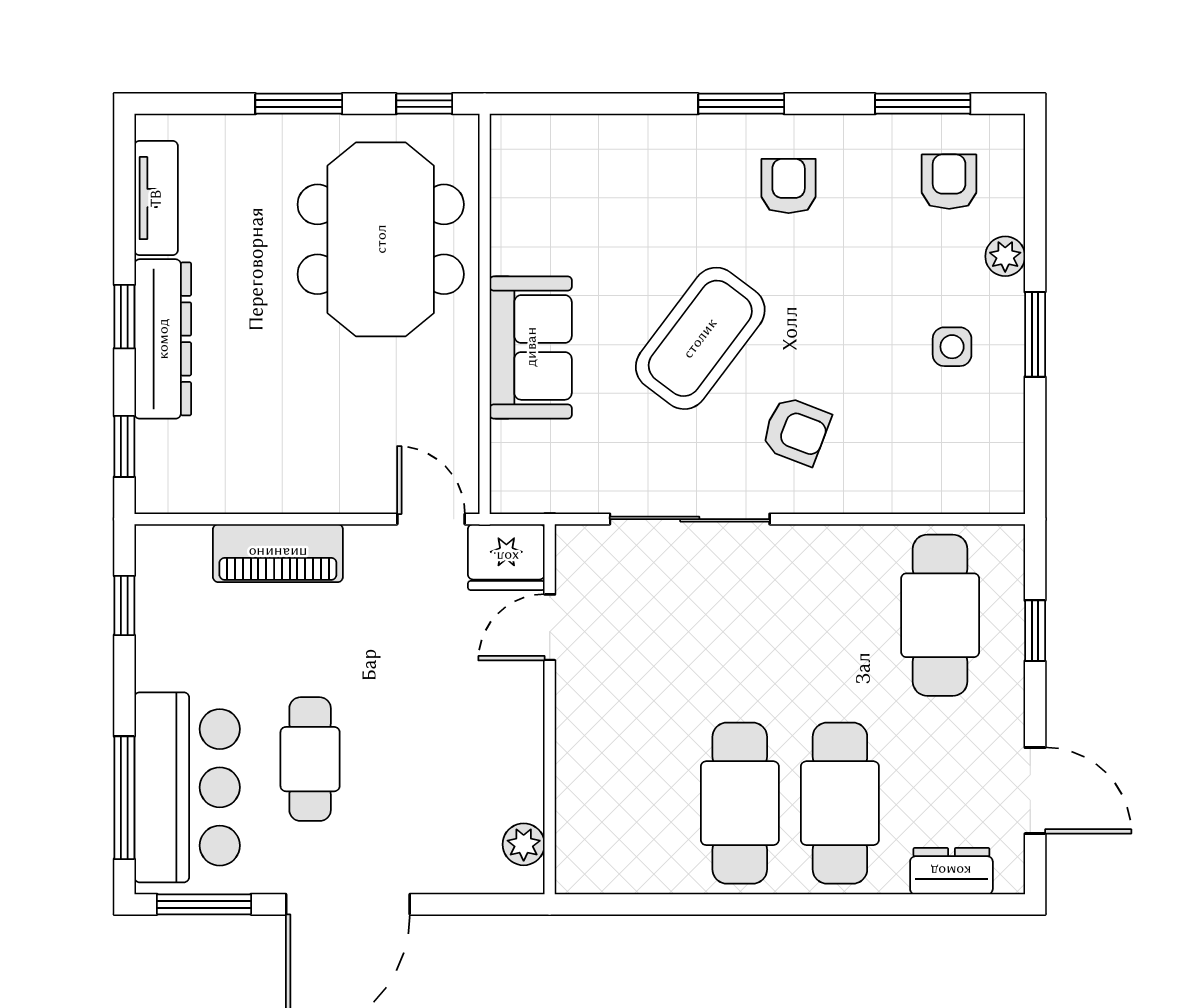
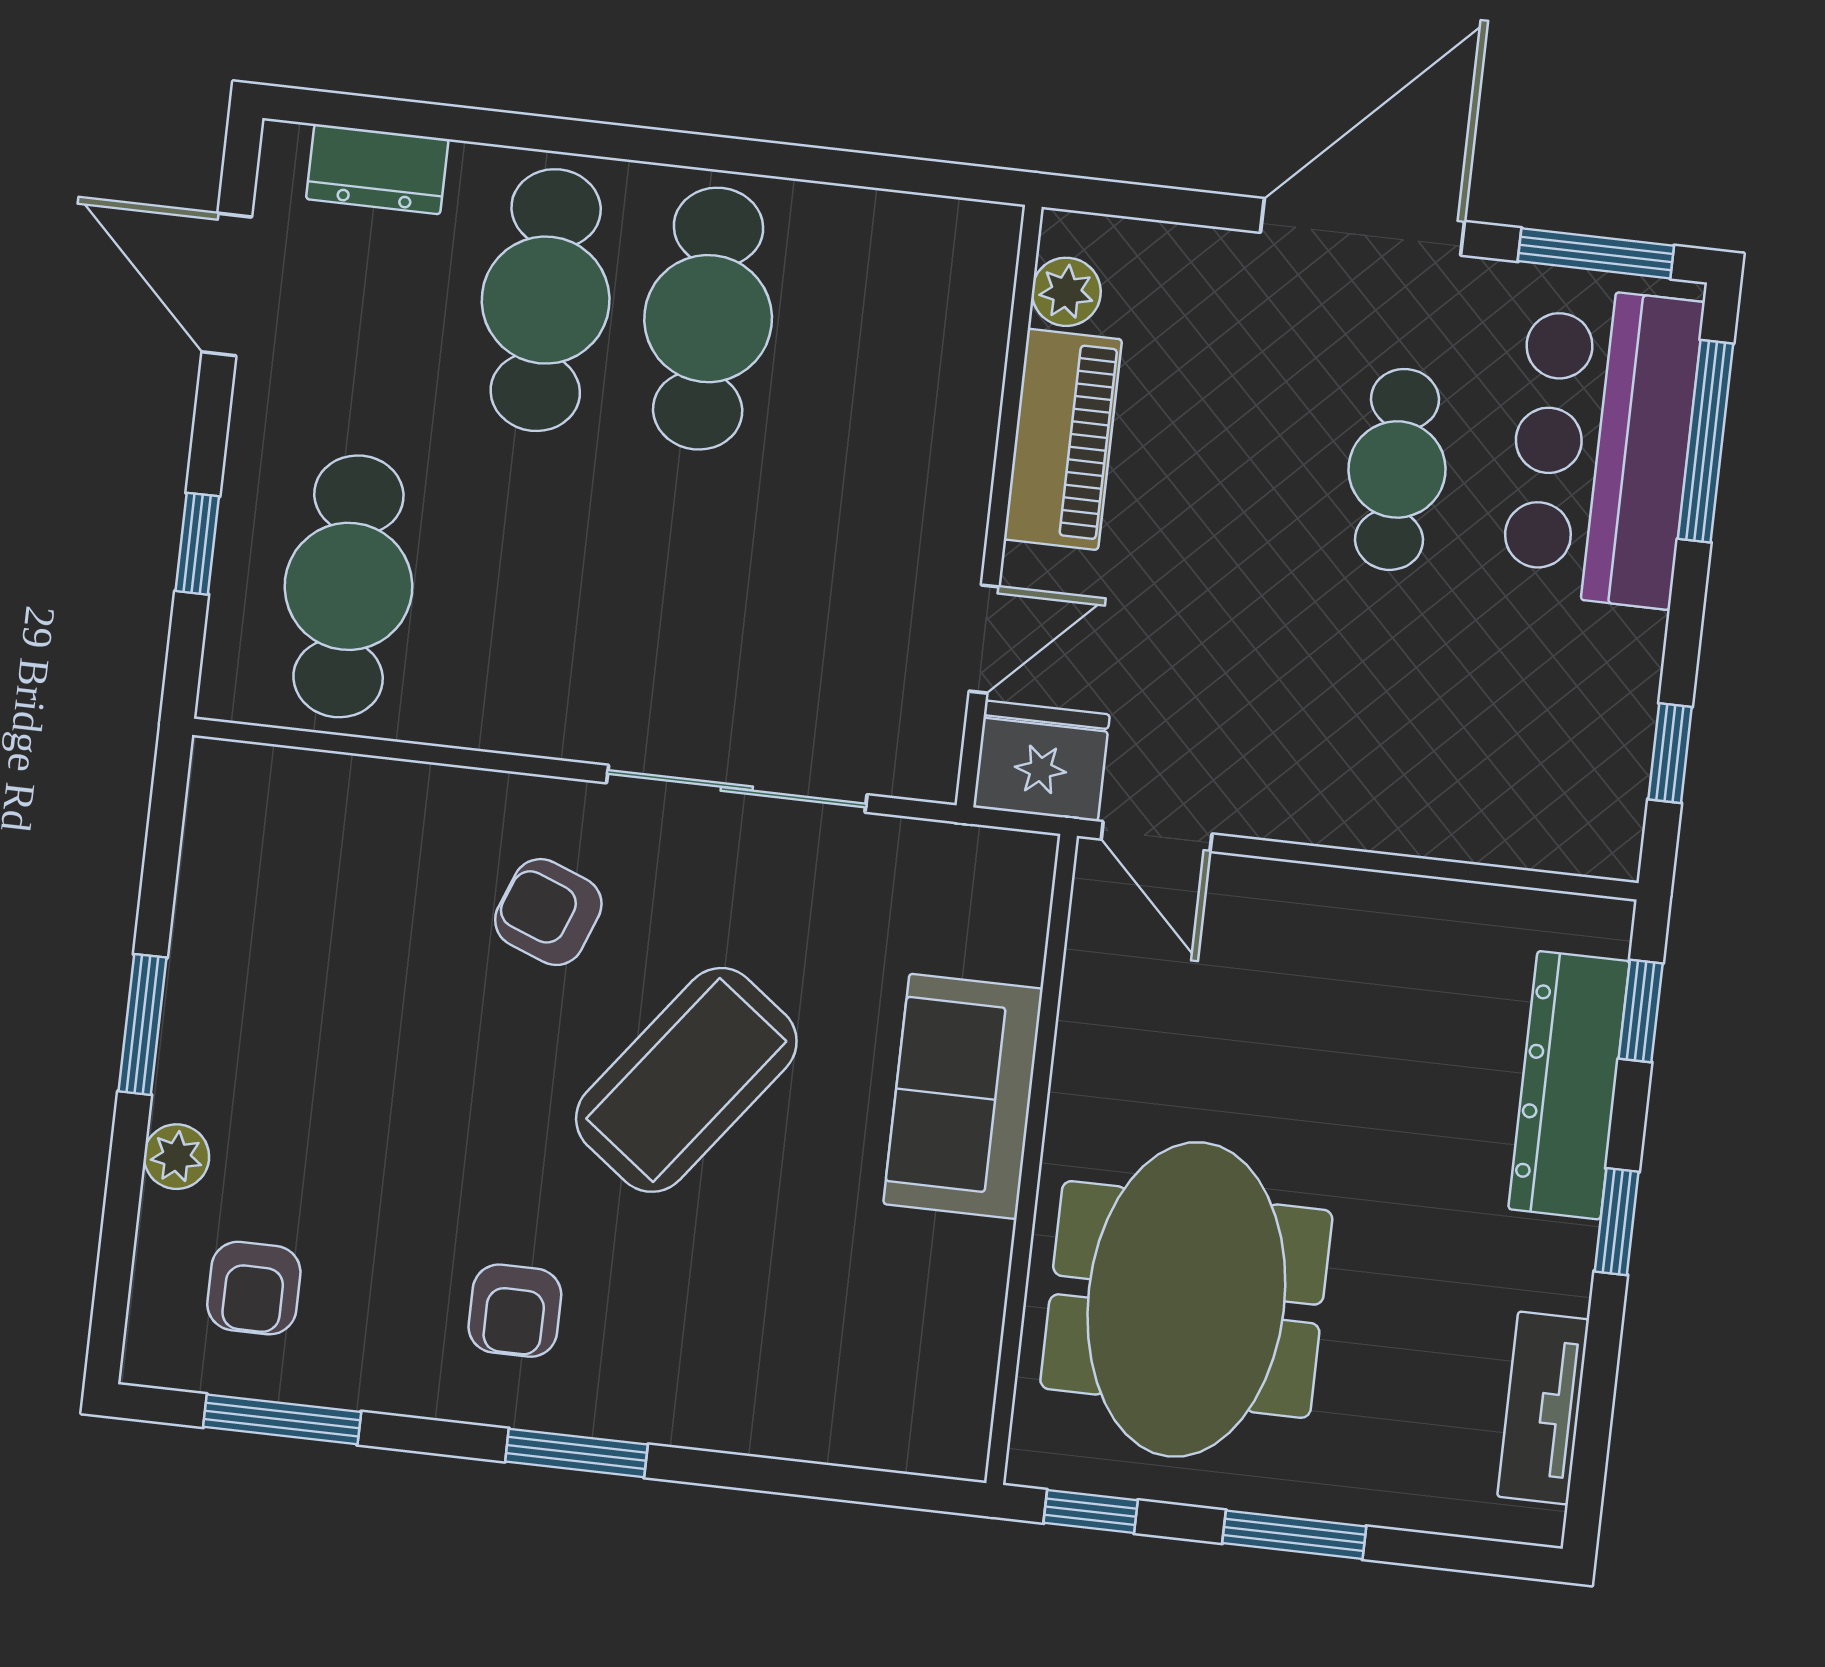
dresser: (163, 339) -> (1569, 1085), moved
side table: (952, 347) -> (279, 1020), removed
piano: (278, 553) -> (1063, 439), moved, turned 90

